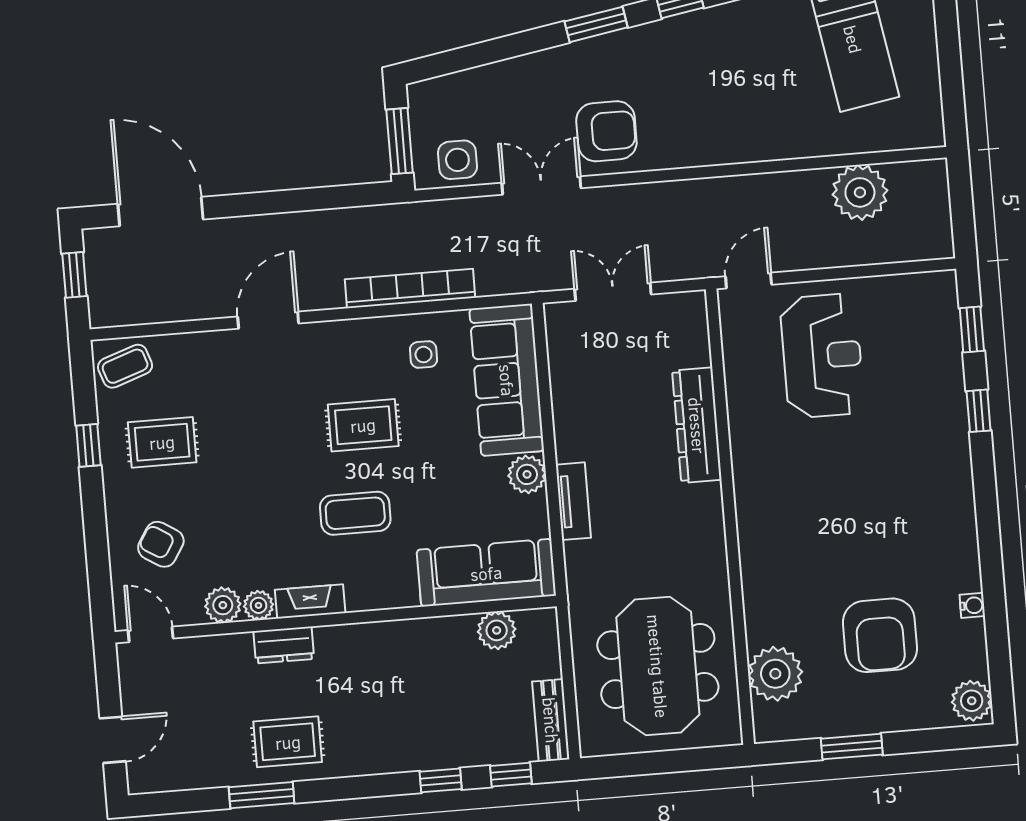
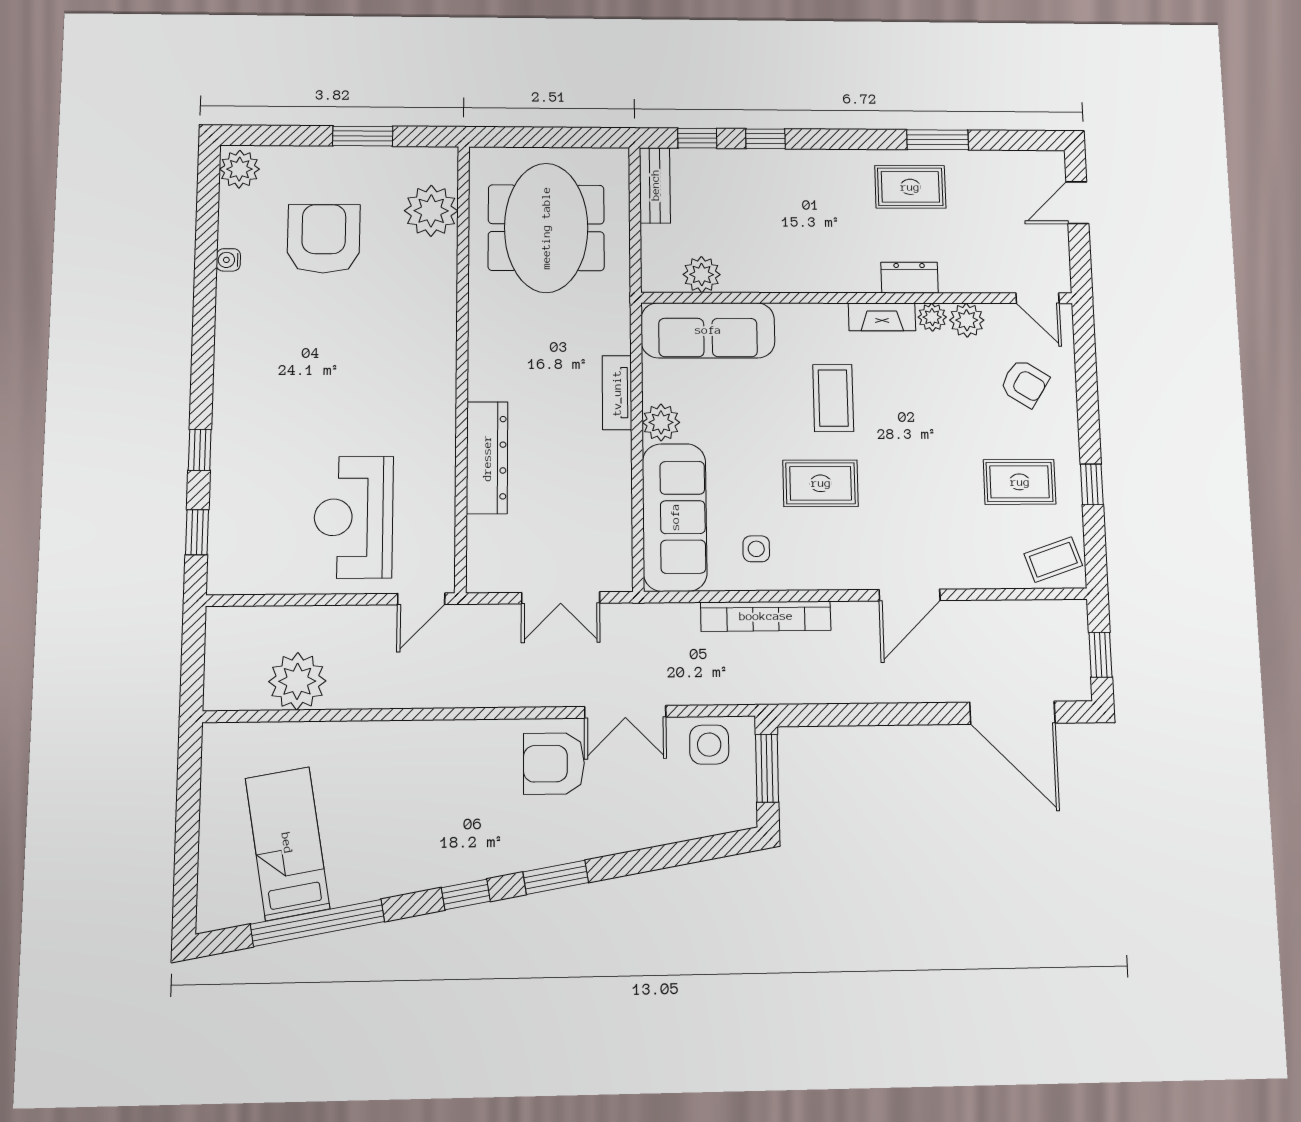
coffee table: (355, 513) -> (833, 398), turned 90

